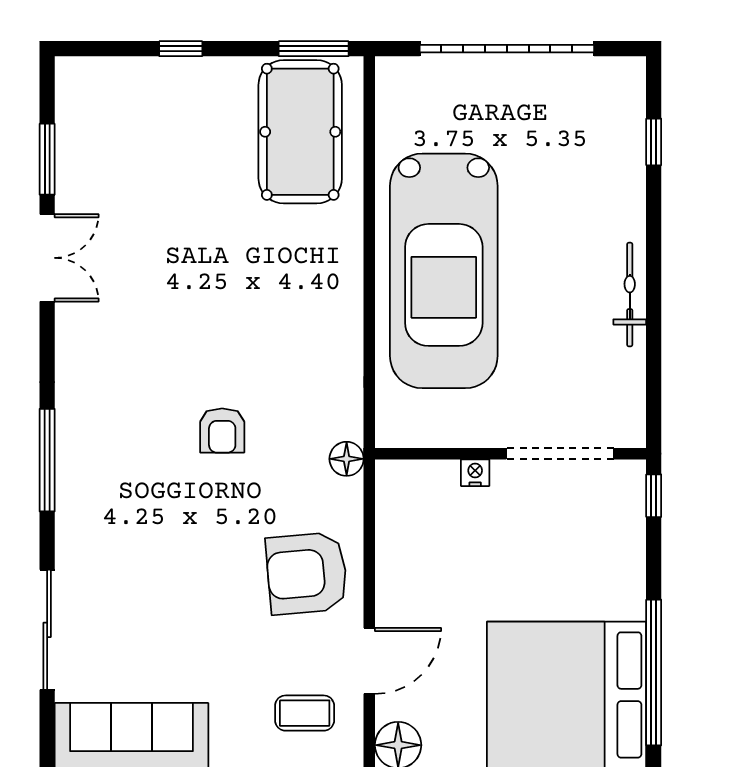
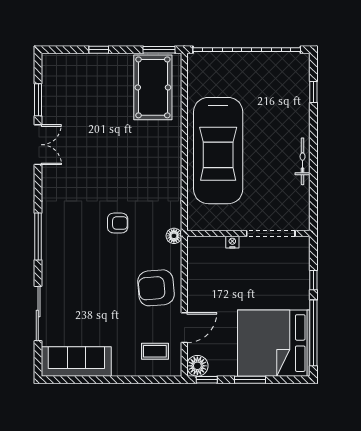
garage door: (507, 49) -> (247, 50), width x1.36
armchair: (222, 431) -> (118, 223), turned -90
window: (654, 496) -> (313, 280), moved

